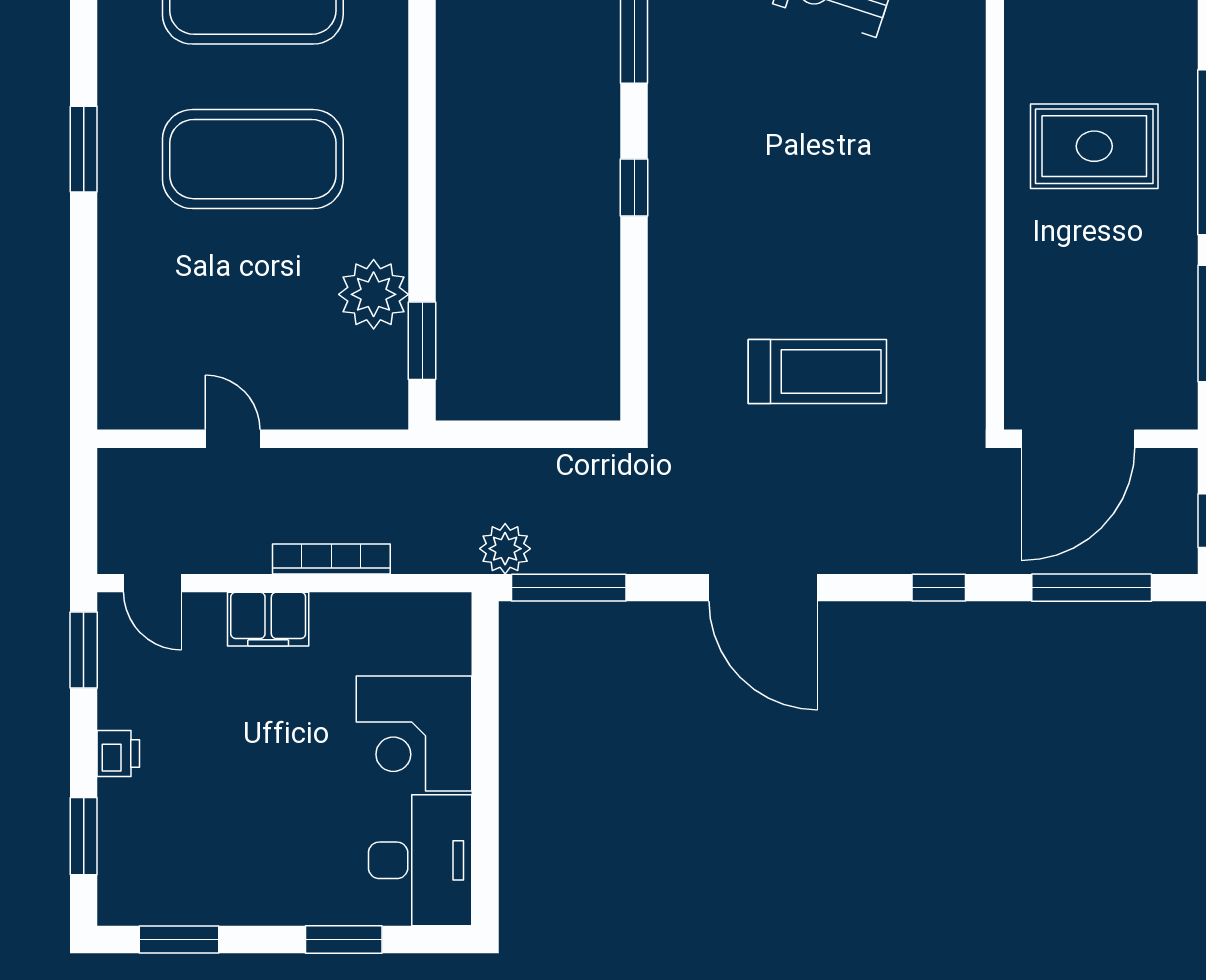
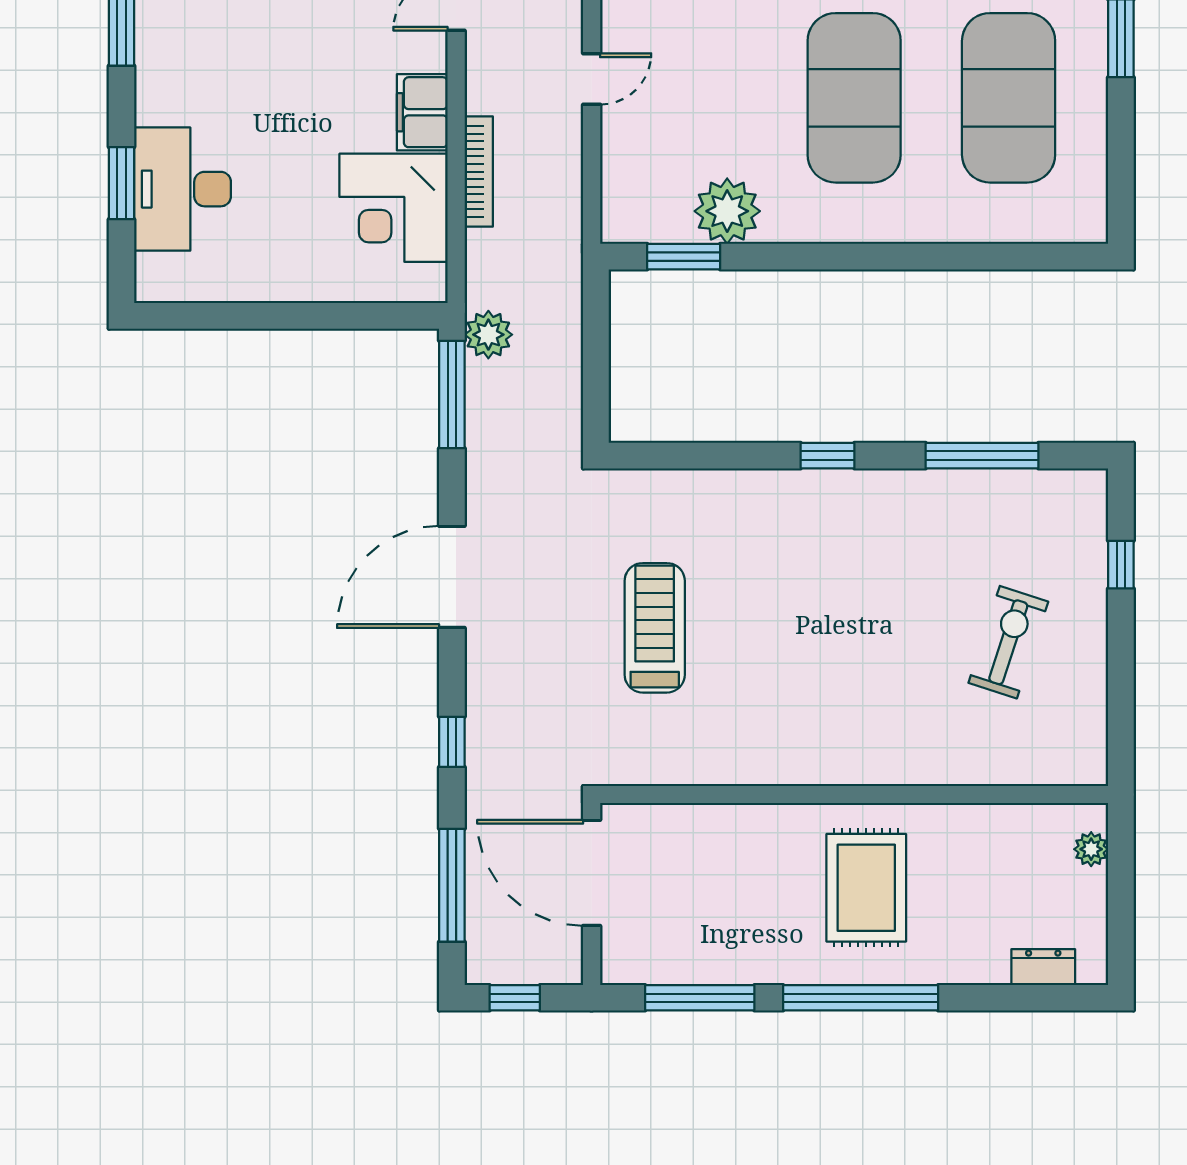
treadmill: (817, 372) -> (655, 628), turned 180
corner desk: (414, 734) -> (394, 208), moved, turned -90
desk: (420, 860) -> (183, 189), moved, turned 90

